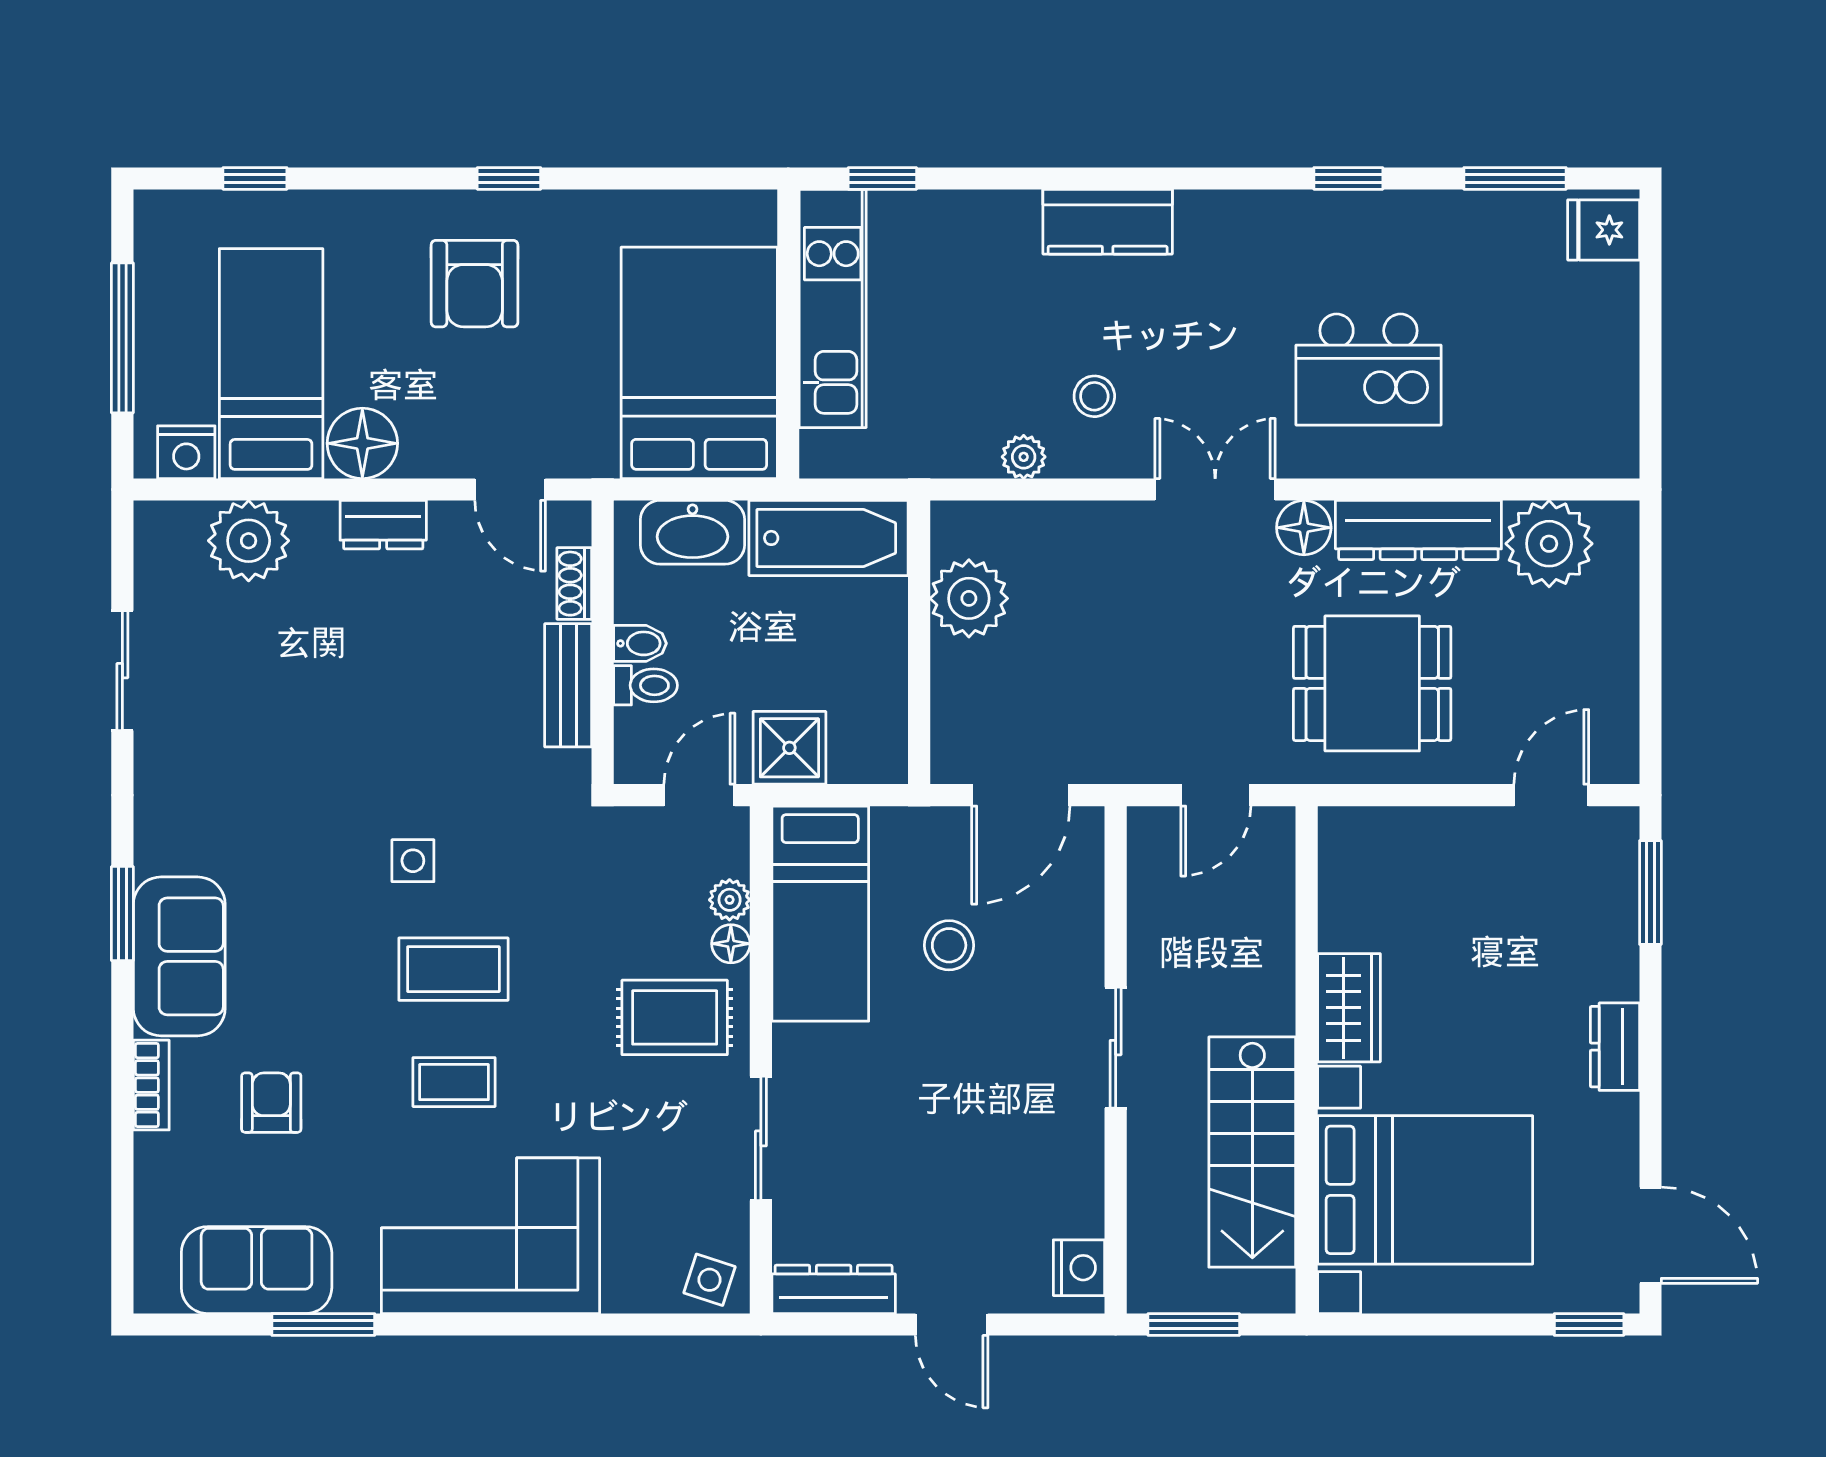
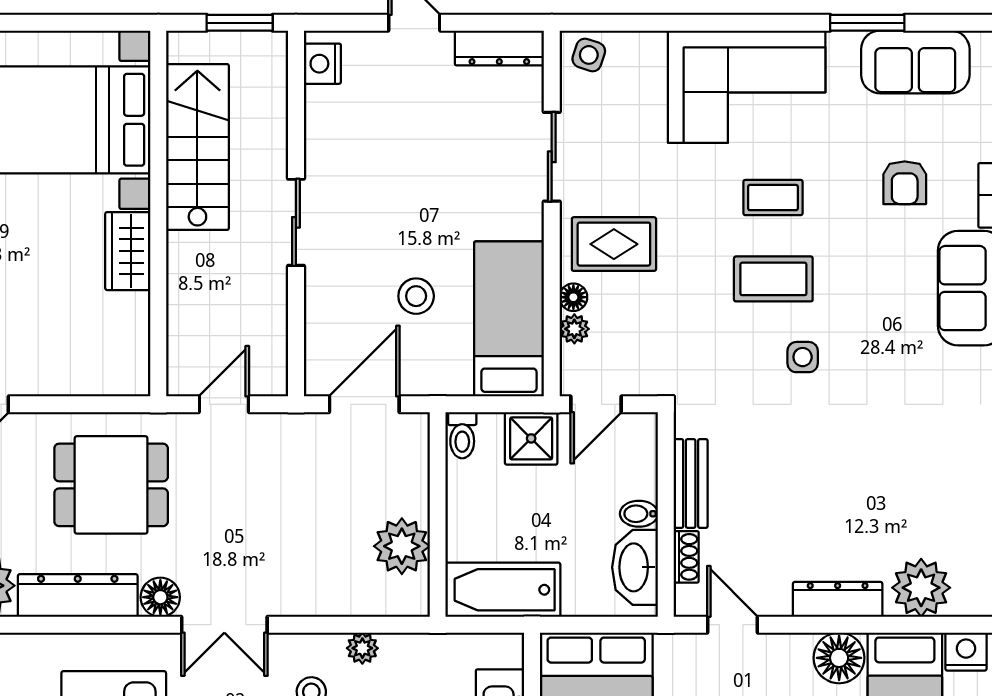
dresser: (383, 525) -> (838, 599), width x1.44
washbasin: (692, 532) -> (635, 567), moved, turned -90
toilet: (645, 685) -> (462, 435), moved, turned -90

